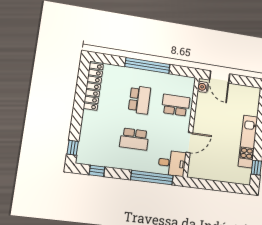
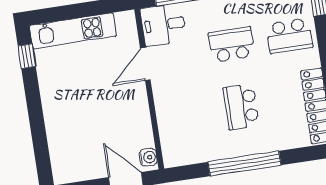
school desk: (176, 105) -> (289, 36), moved
kitchen unit: (248, 141) -> (73, 31), moved, turned 90

